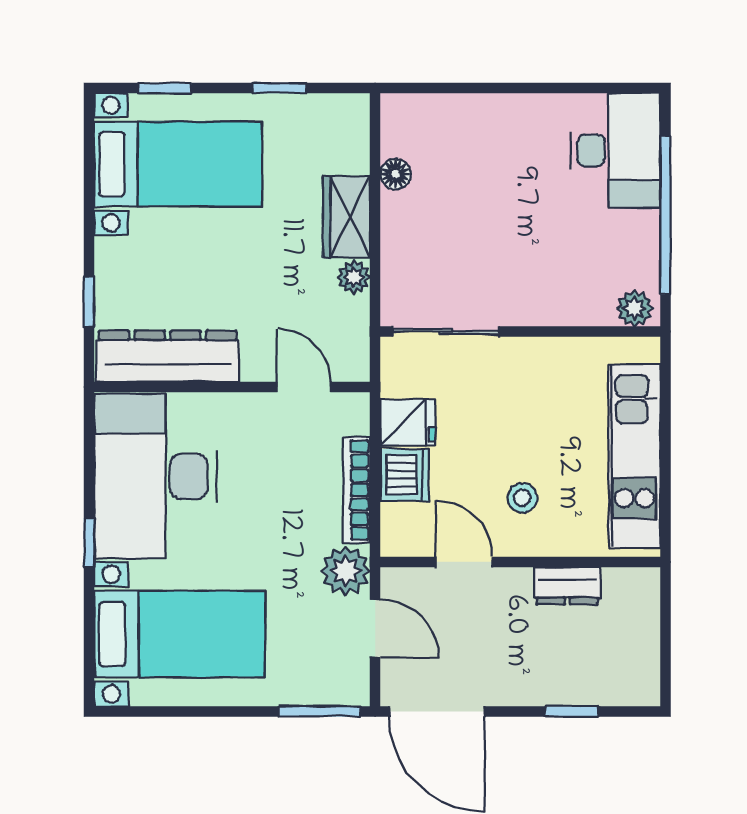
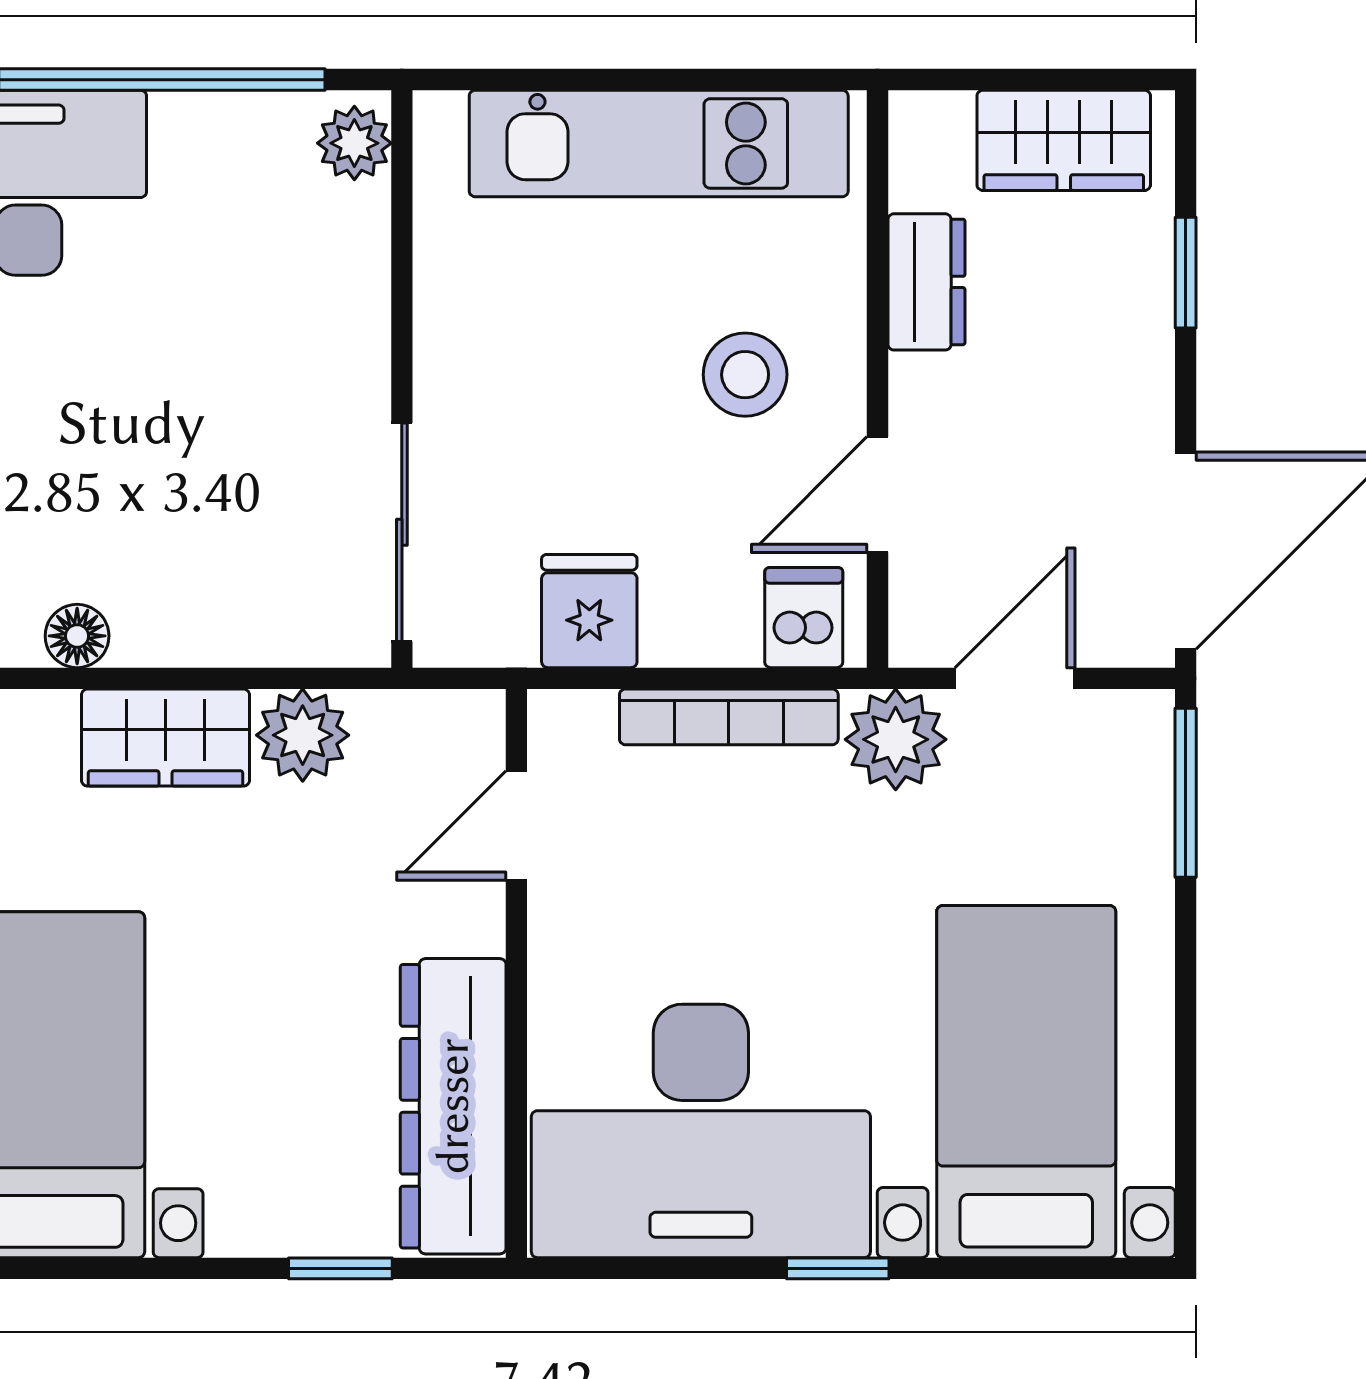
plant: (354, 277) -> (303, 735), width x1.38, depth x1.38
dishwasher: (405, 475) -> (804, 618), moved, width x0.73
stool: (522, 498) -> (745, 375), width x1.37, depth x1.37
wardrobe: (636, 652) -> (1064, 140), added

